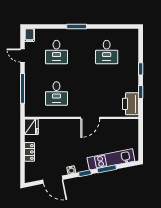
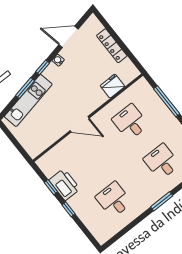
printer: (131, 104) -> (65, 184), moved
door: (90, 118) -> (80, 124), swing flipped
fridge: (31, 127) -> (113, 86), moved, turned 90
locker: (29, 152) -> (112, 46), width x1.53

